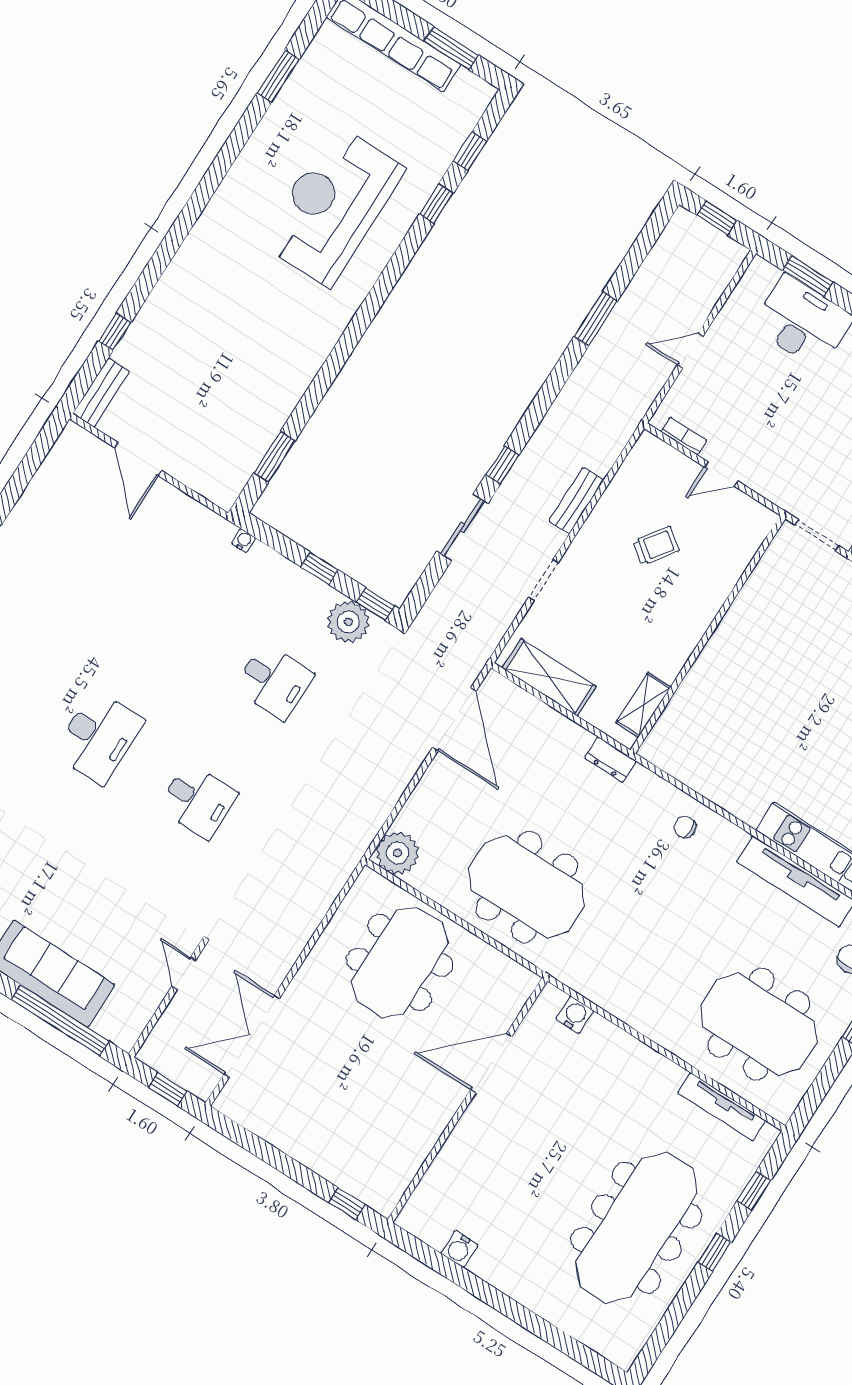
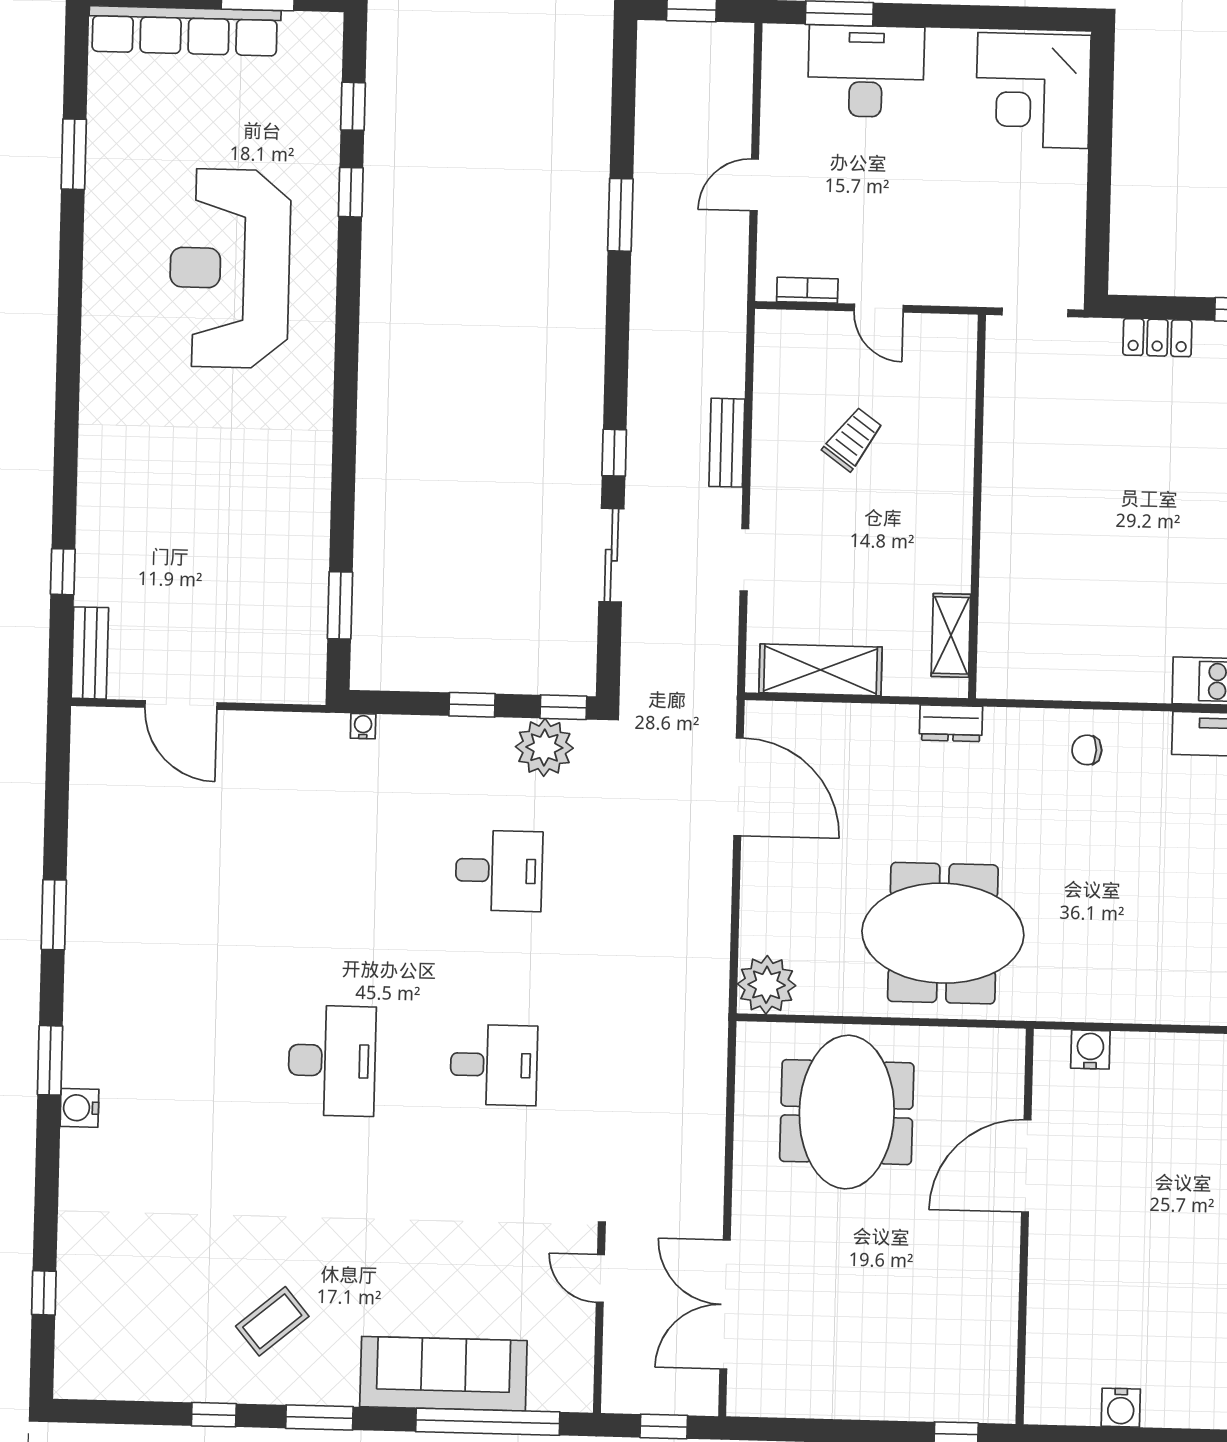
door: (721, 474) -> (879, 308), hinge flipped

